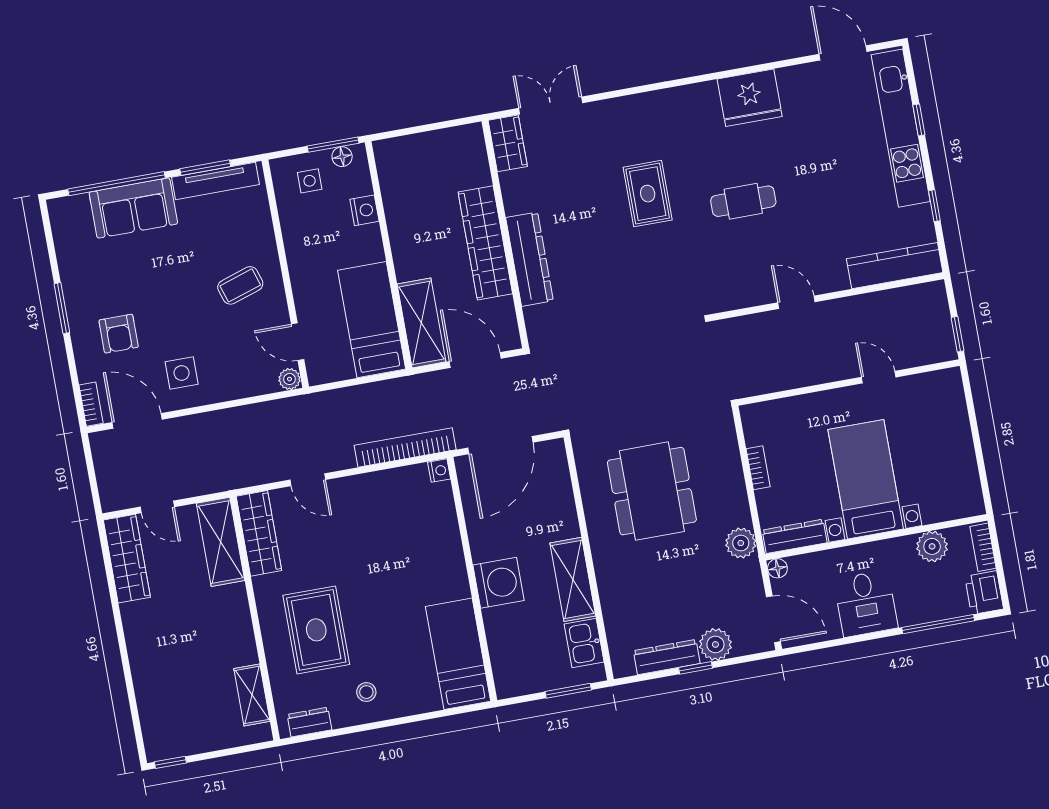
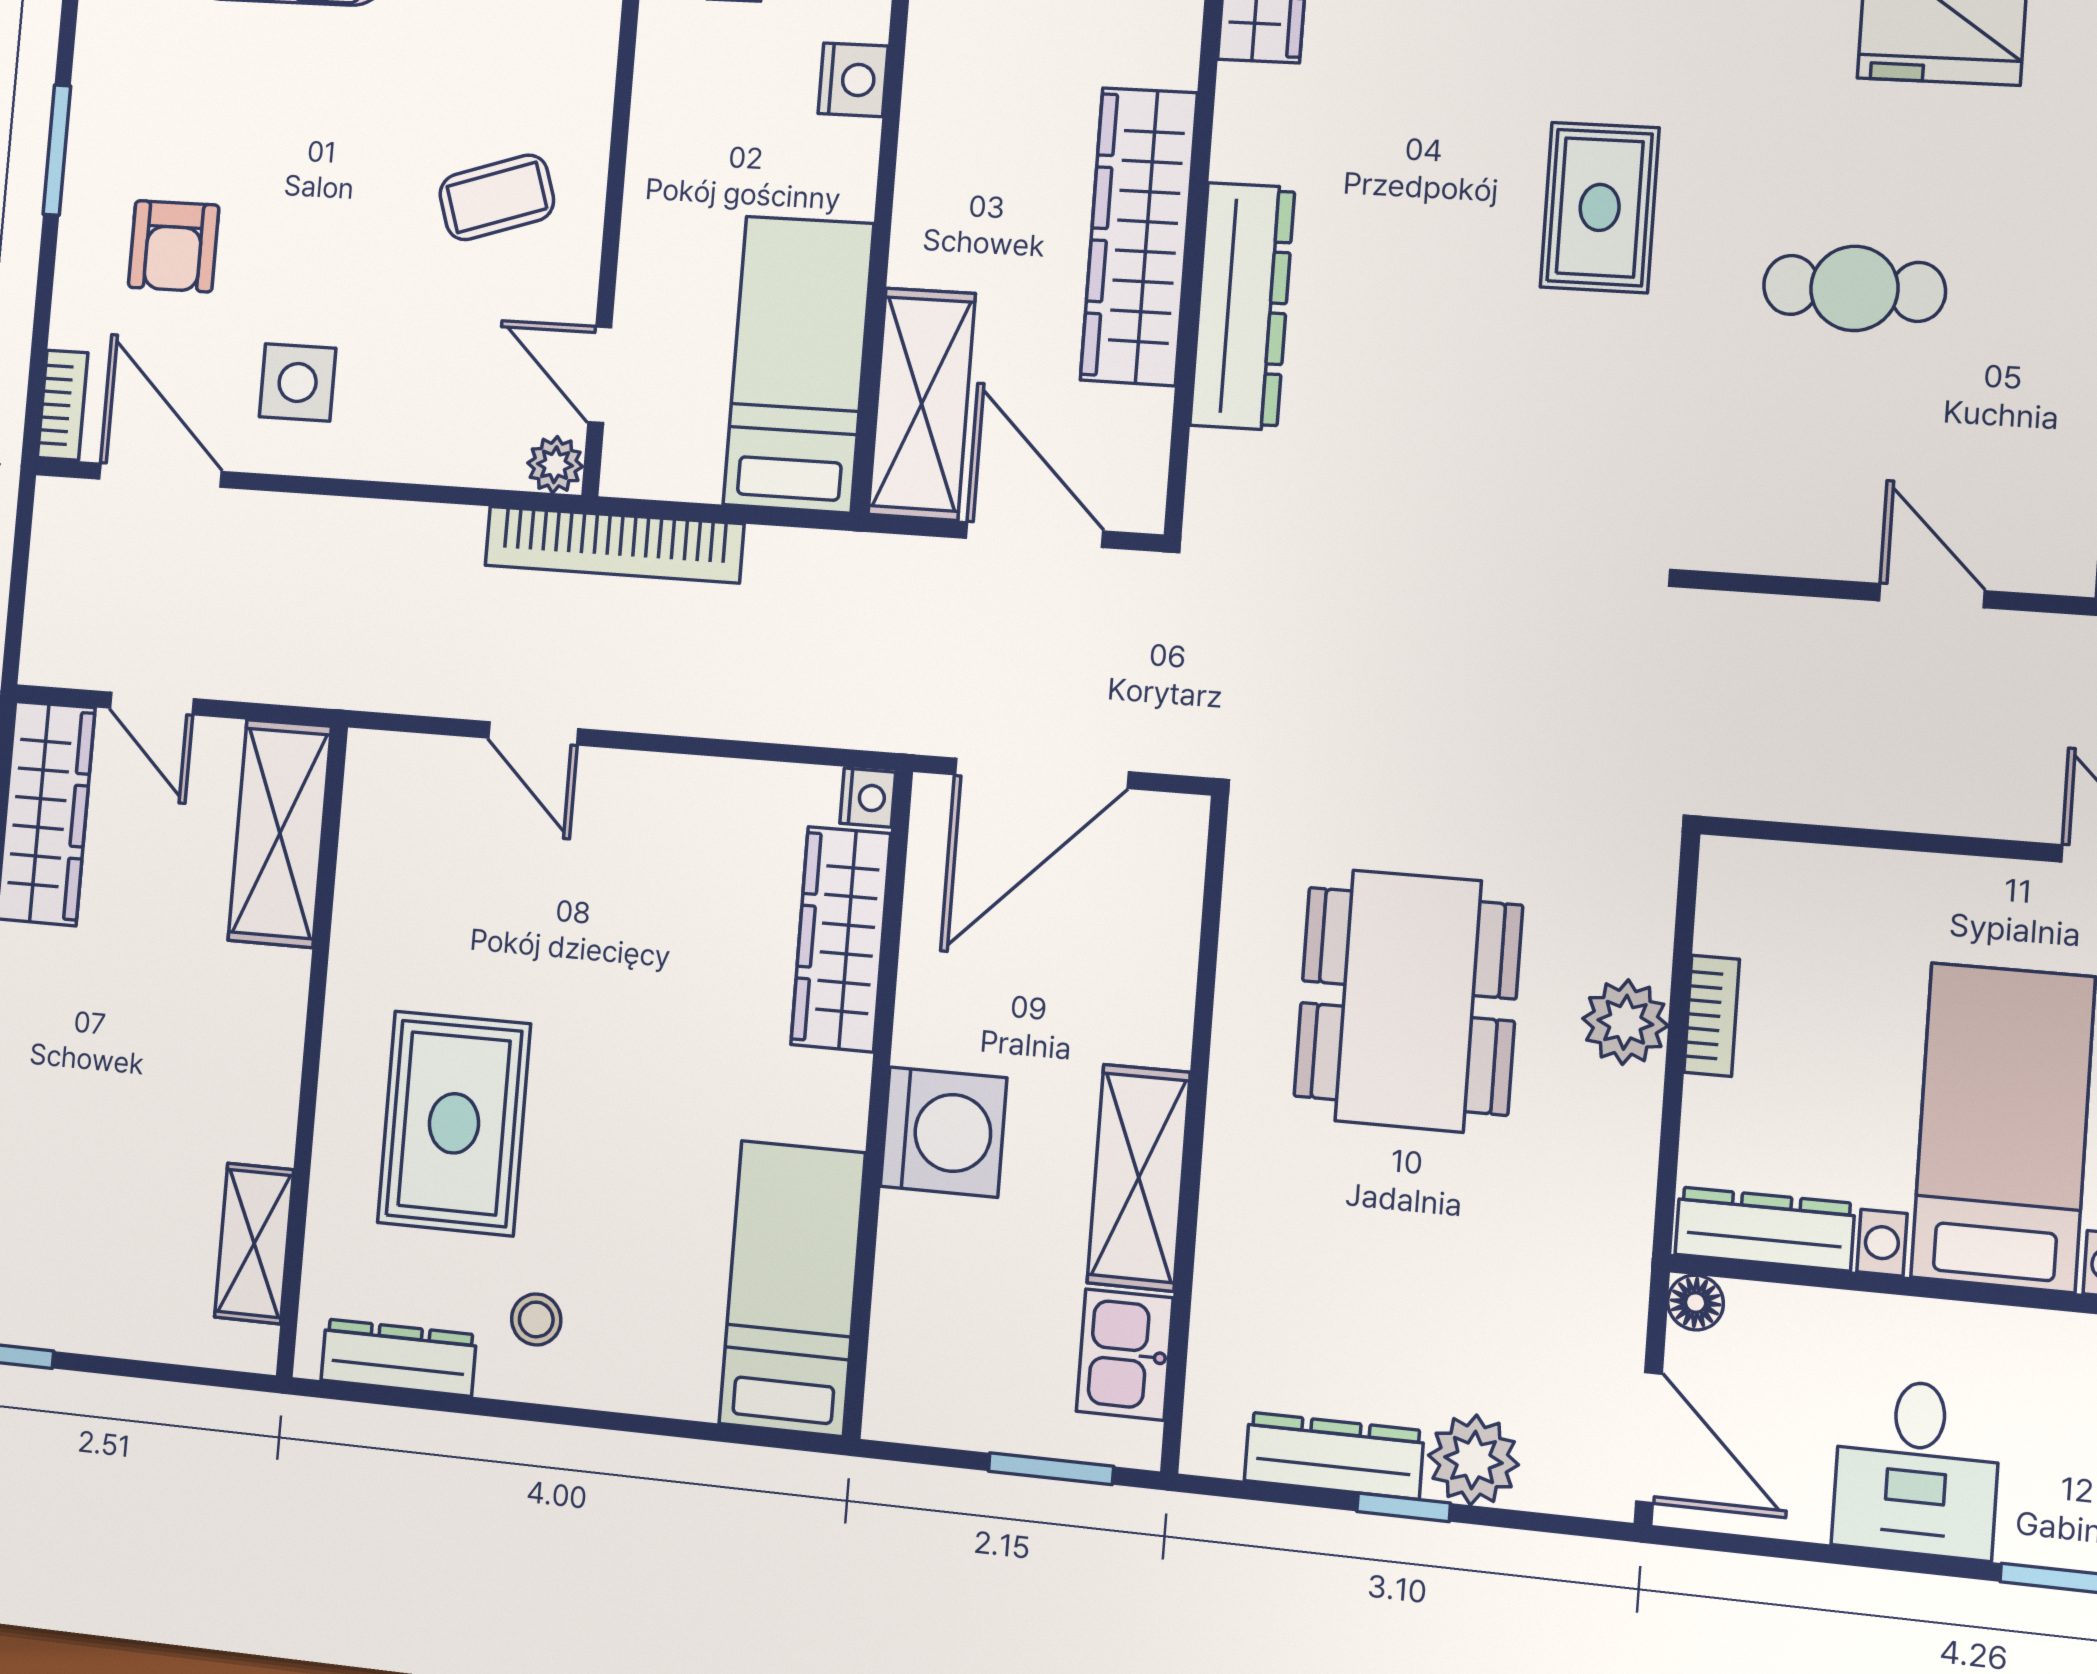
bookcase: (405, 447) -> (614, 545), moved, turned 180
wardrobe: (259, 533) -> (841, 939), moved, turned 180
plant: (741, 543) -> (1625, 1022), moved
dresser: (309, 722) -> (399, 1357), width x1.44

